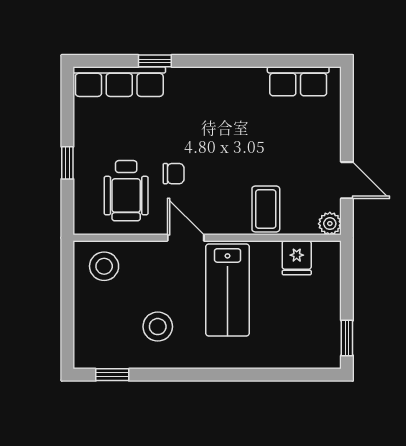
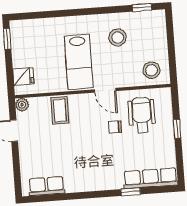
fridge: (297, 258) -> (23, 76), moved, turned 90
lab bench: (228, 290) -> (79, 62), turned 180

